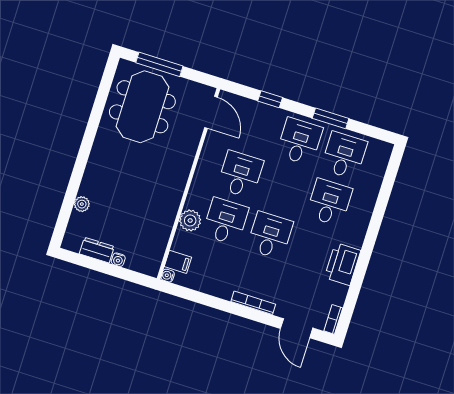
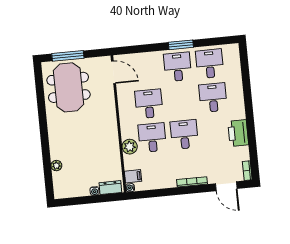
window: (270, 99) -> (148, 48), removed
window: (331, 118) -> (181, 45), moved
dresser: (97, 250) -> (110, 188), moved

